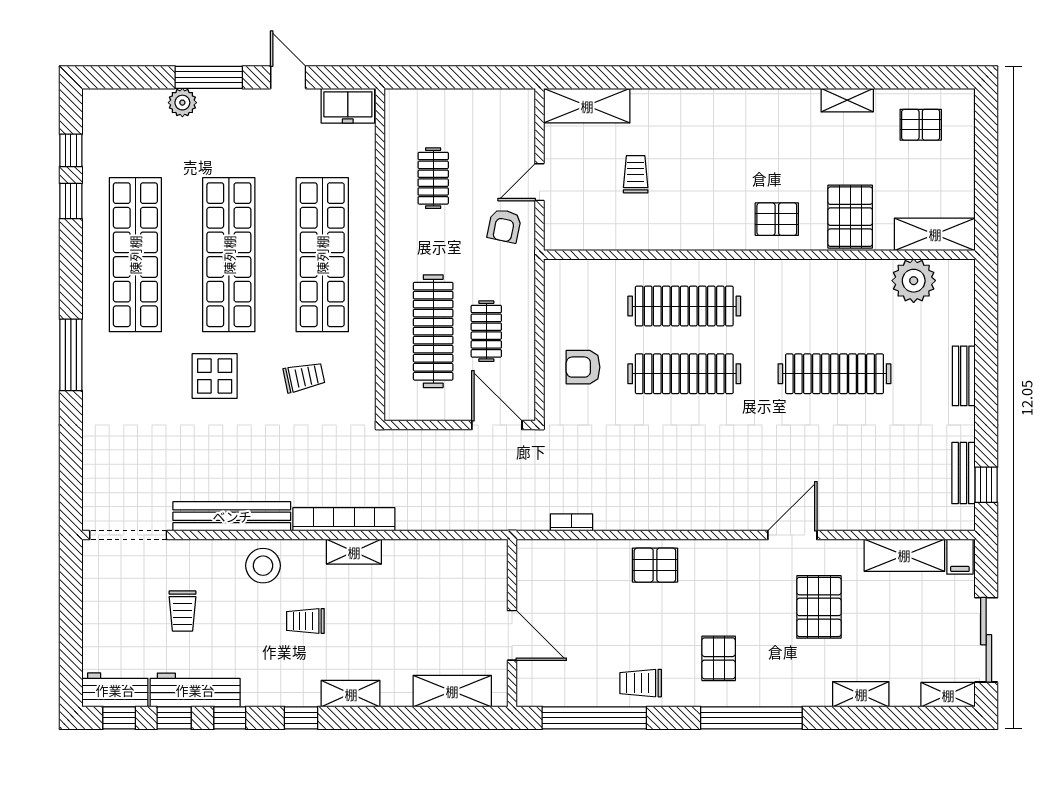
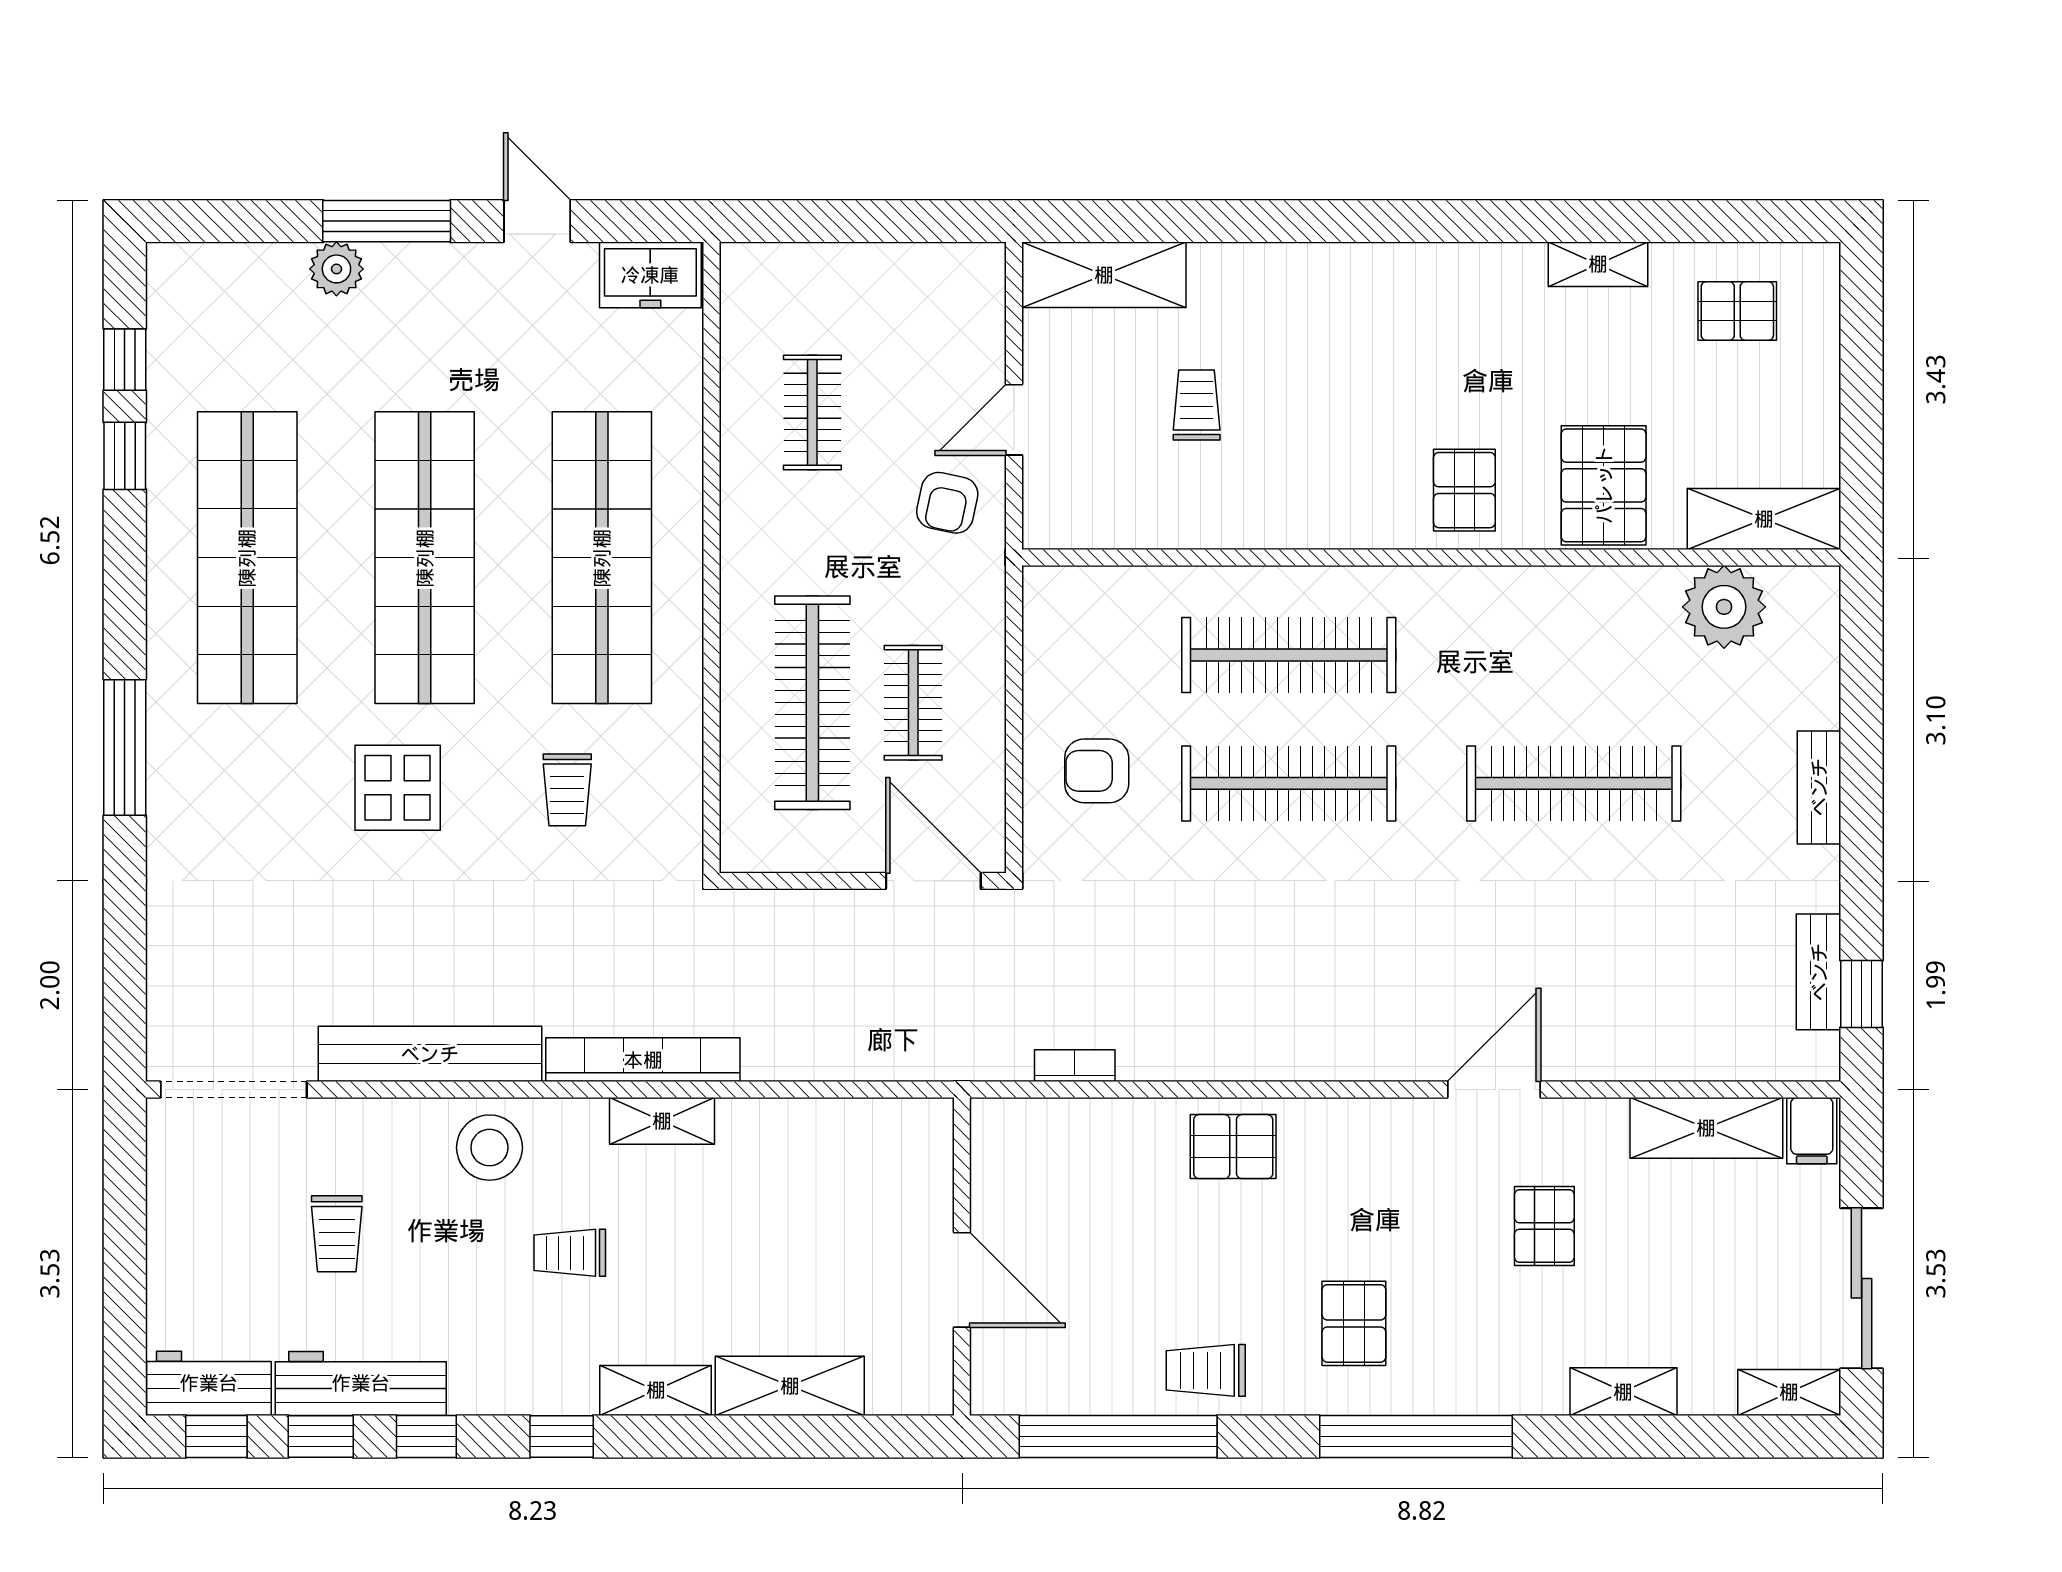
pallet: (777, 219) -> (1464, 490), turned 90
trolley: (304, 377) -> (567, 790), turned 102
pallet: (819, 607) -> (1544, 1226), width x0.67, depth x0.71
shelving: (452, 691) -> (790, 1386), moved

